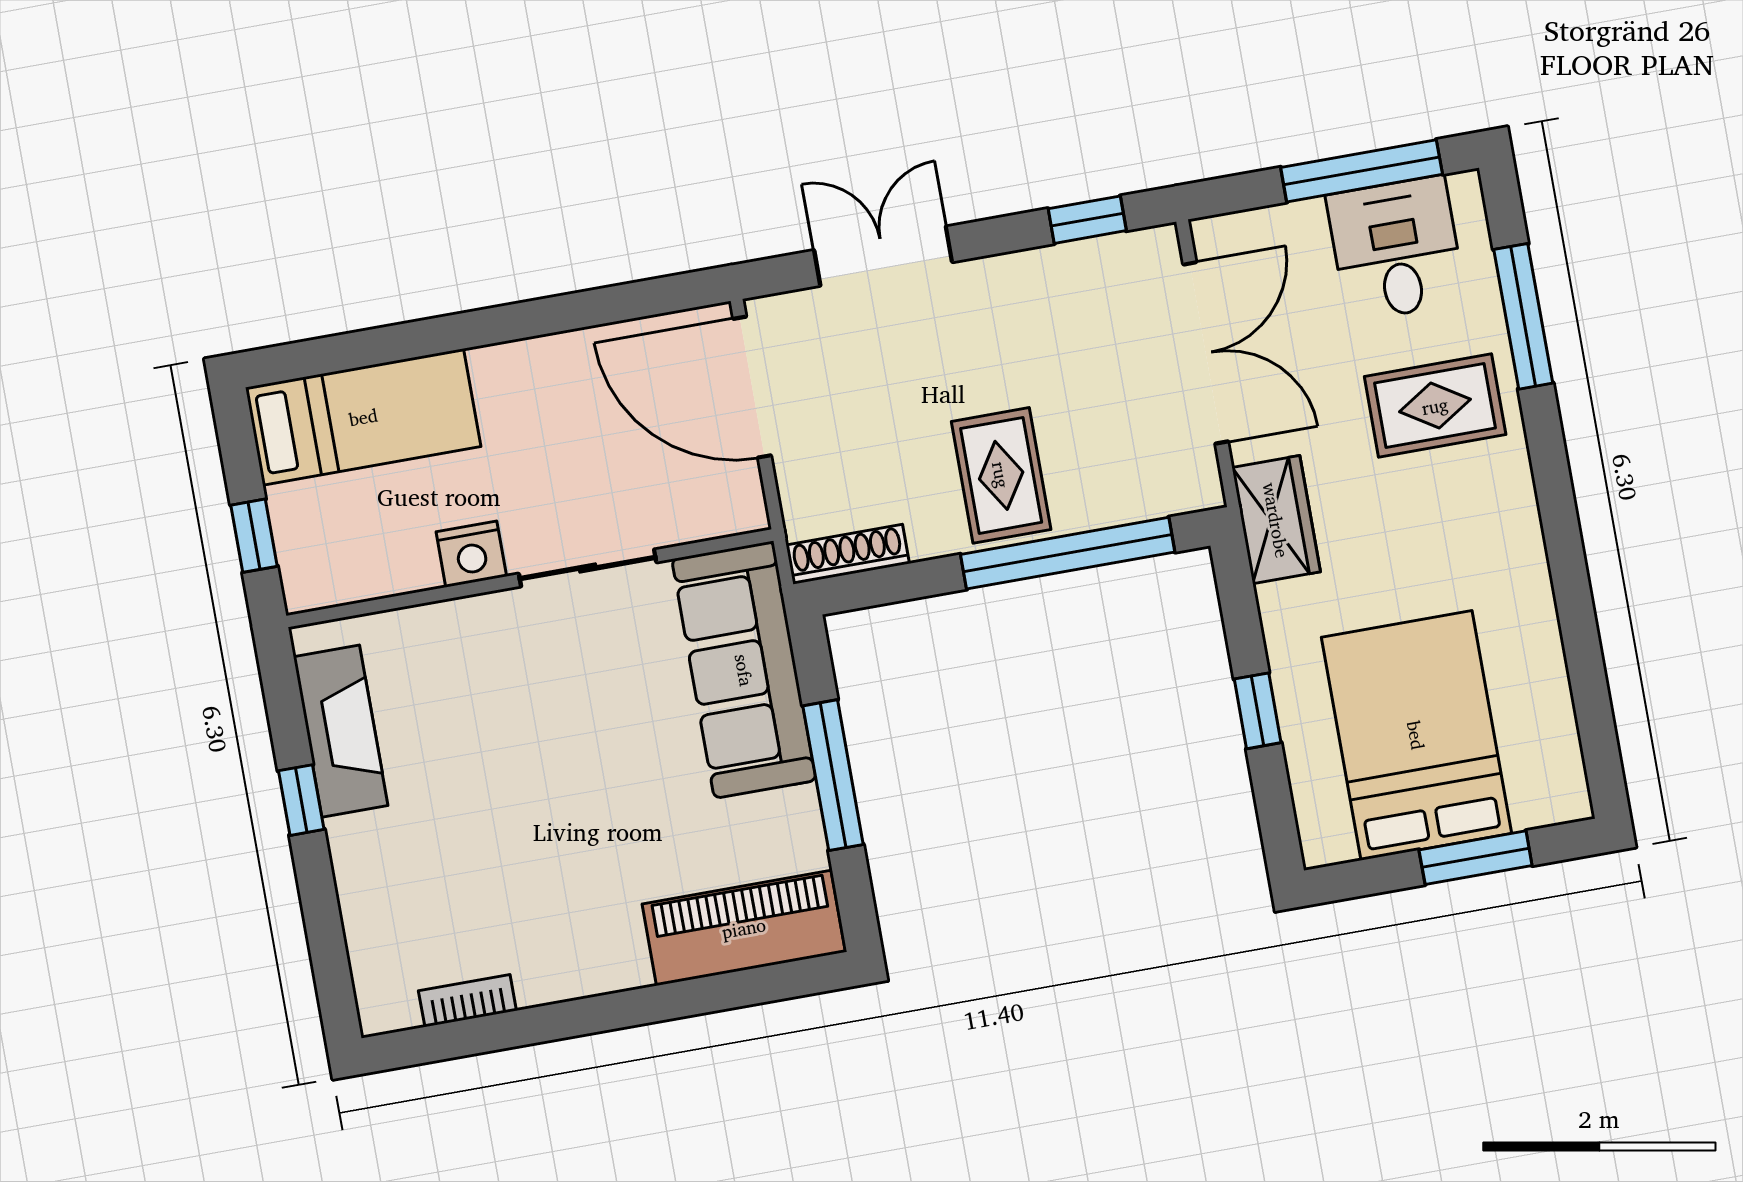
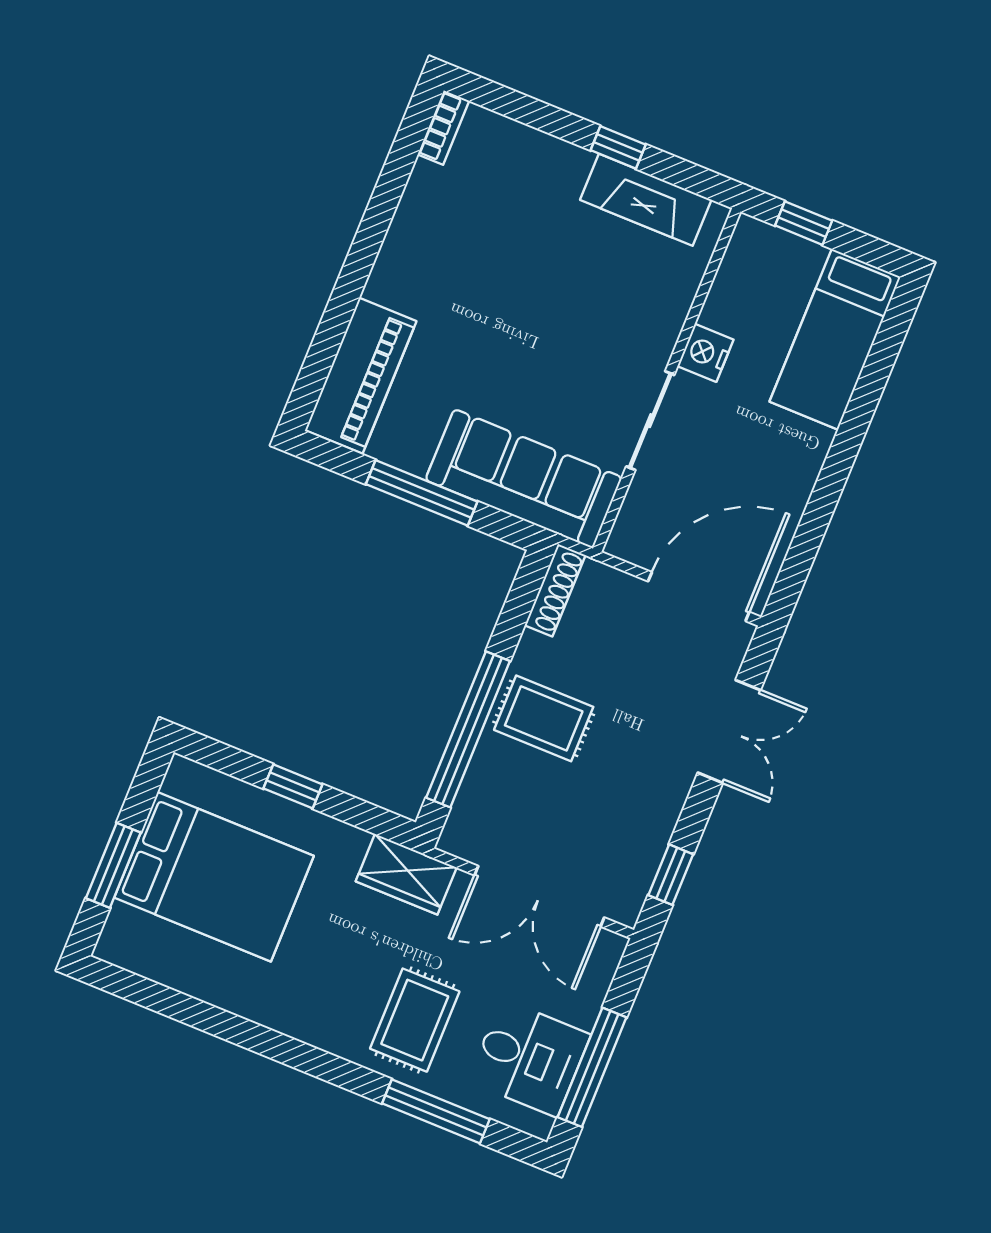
bookcase: (467, 1001) -> (443, 128), moved

